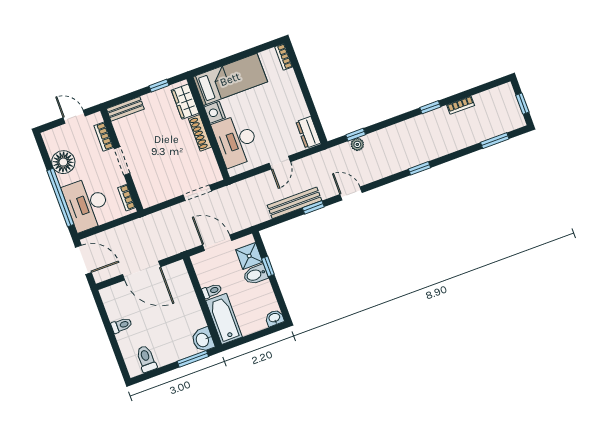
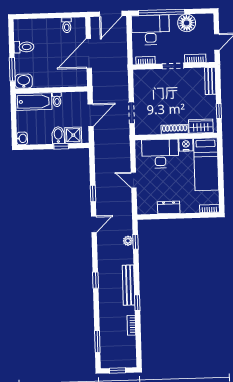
dresser: (308, 132) -> (169, 207), moved
bench: (295, 203) -> (129, 285), moved
toilet: (122, 325) -> (67, 25), moved
toilet: (146, 359) -> (24, 47), moved

